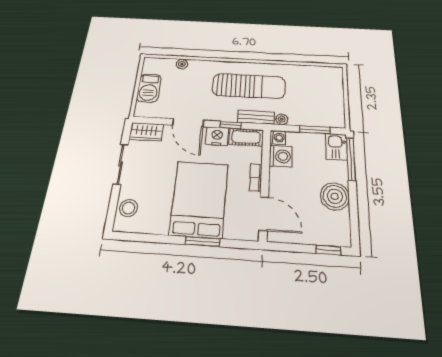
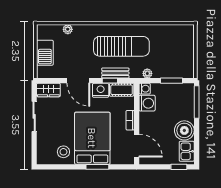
bench: (256, 117) -> (115, 73), moved
kitchen sink: (336, 147) -> (187, 151), moved
stool: (129, 208) -> (63, 152), moved

